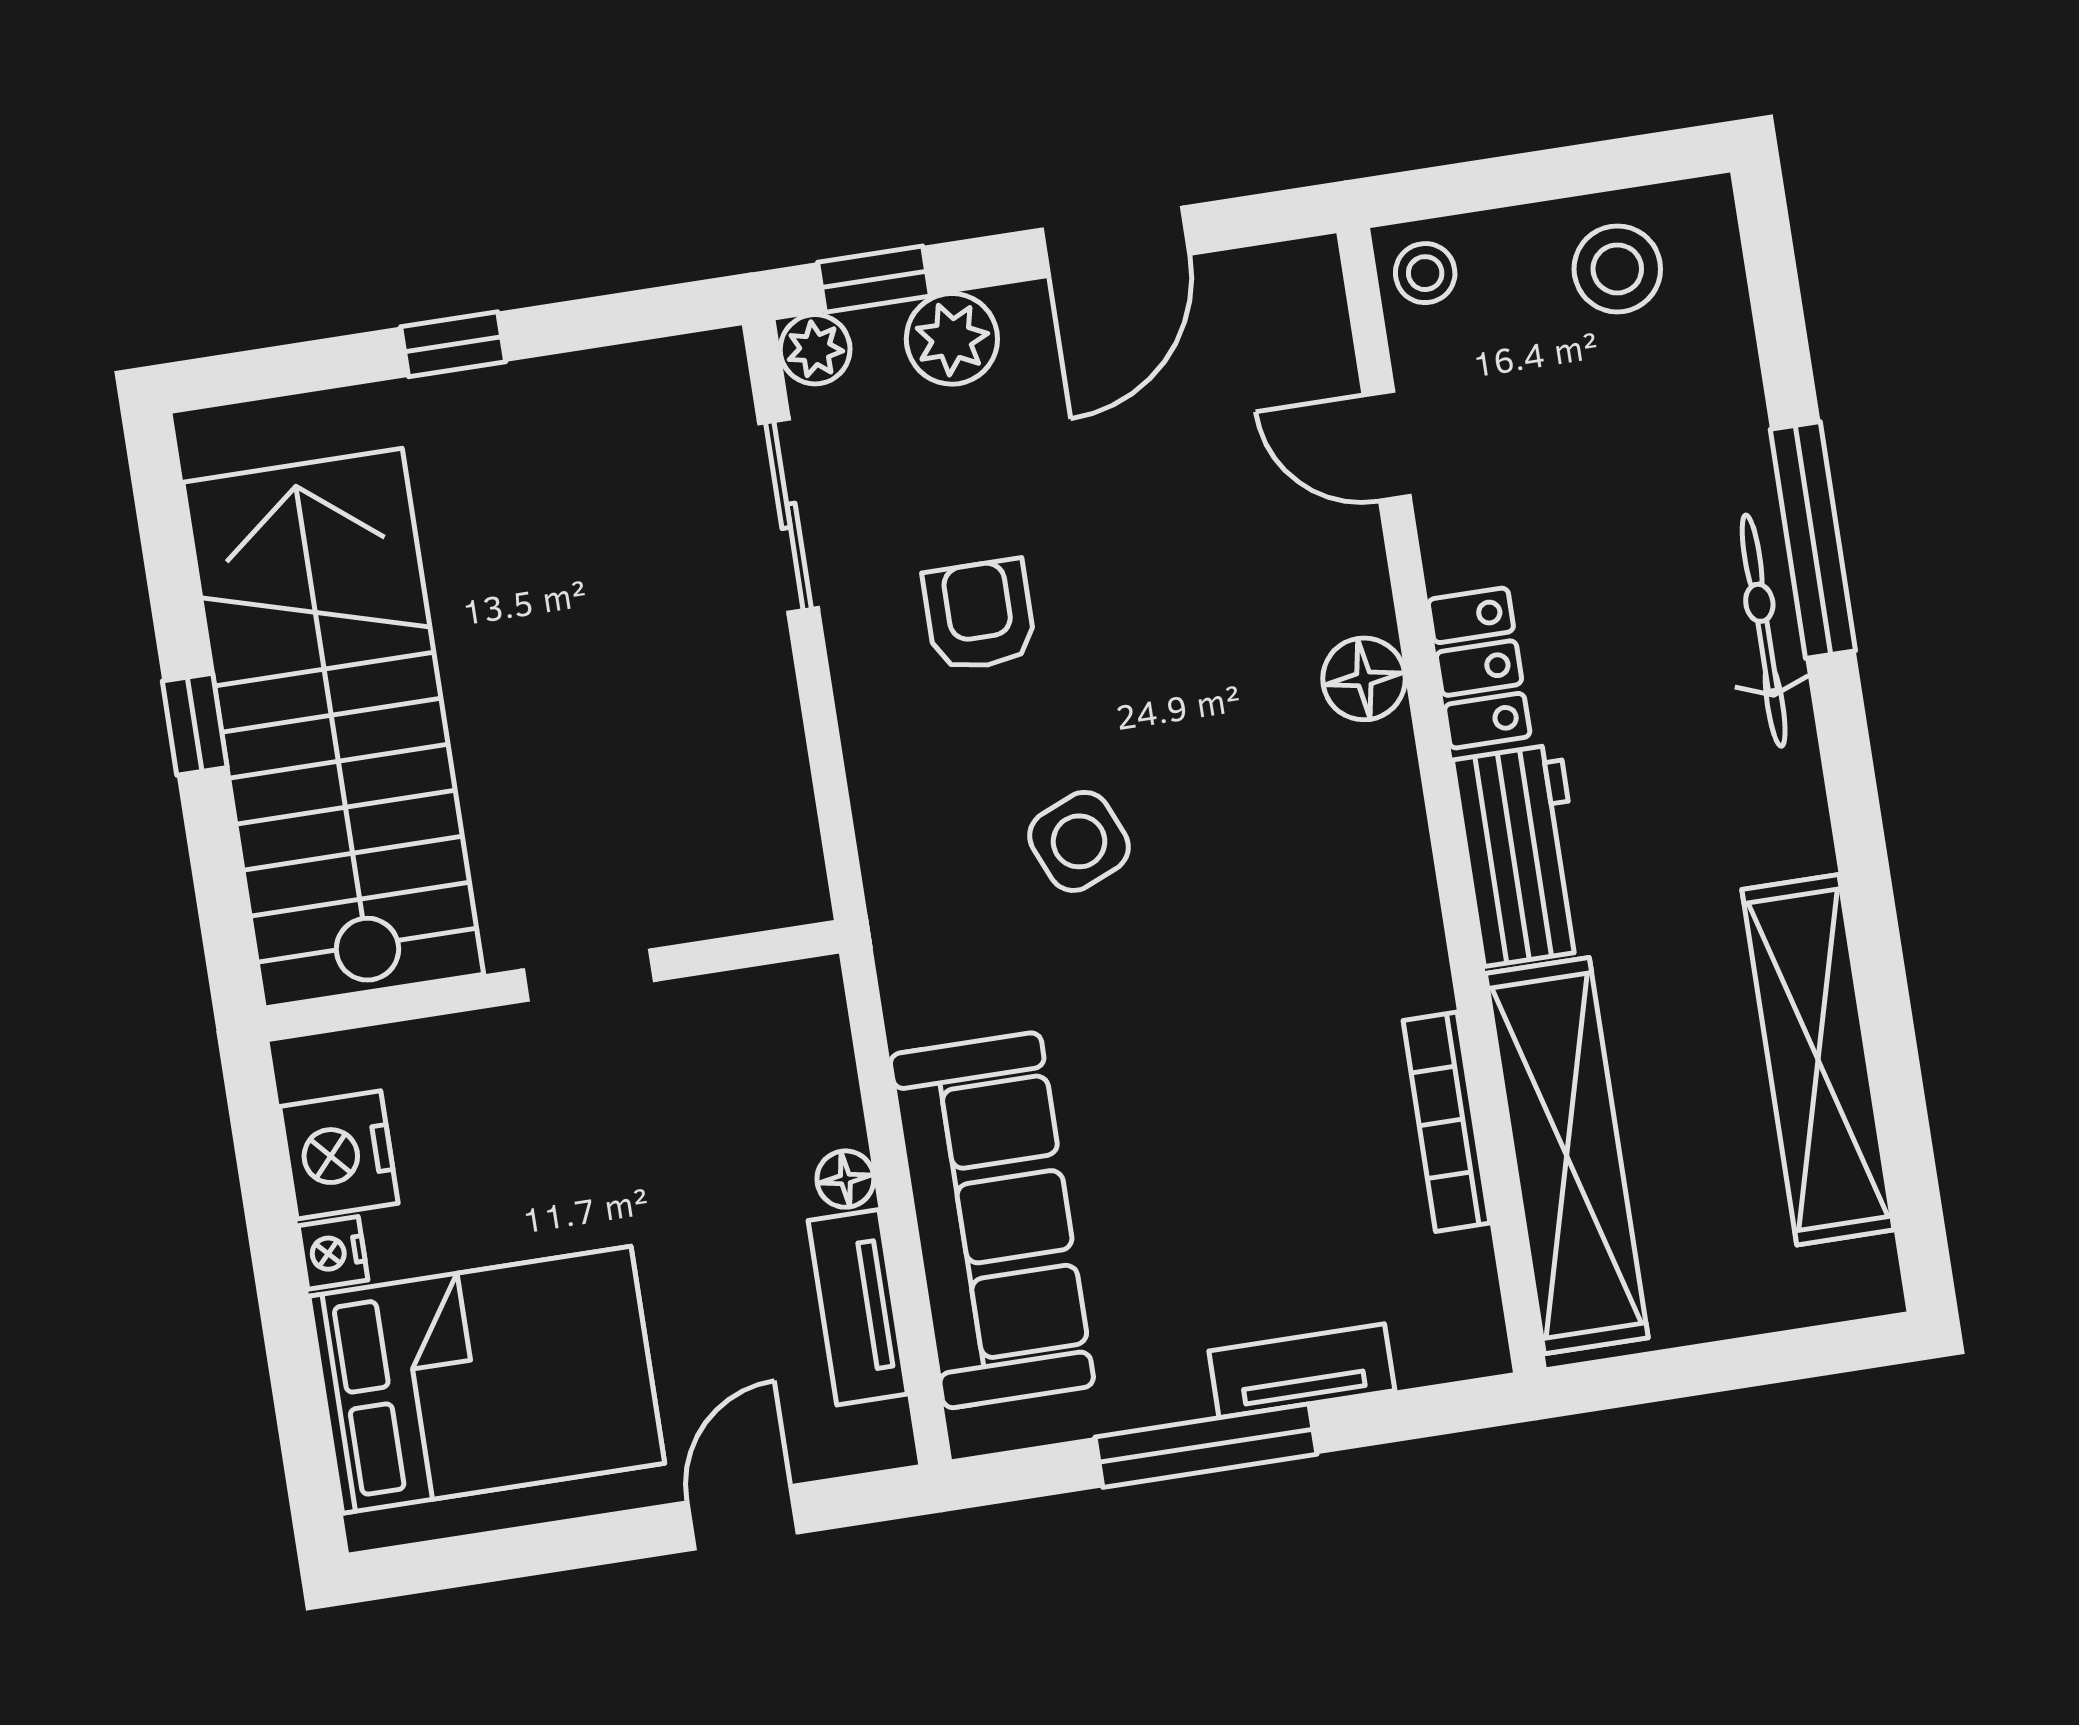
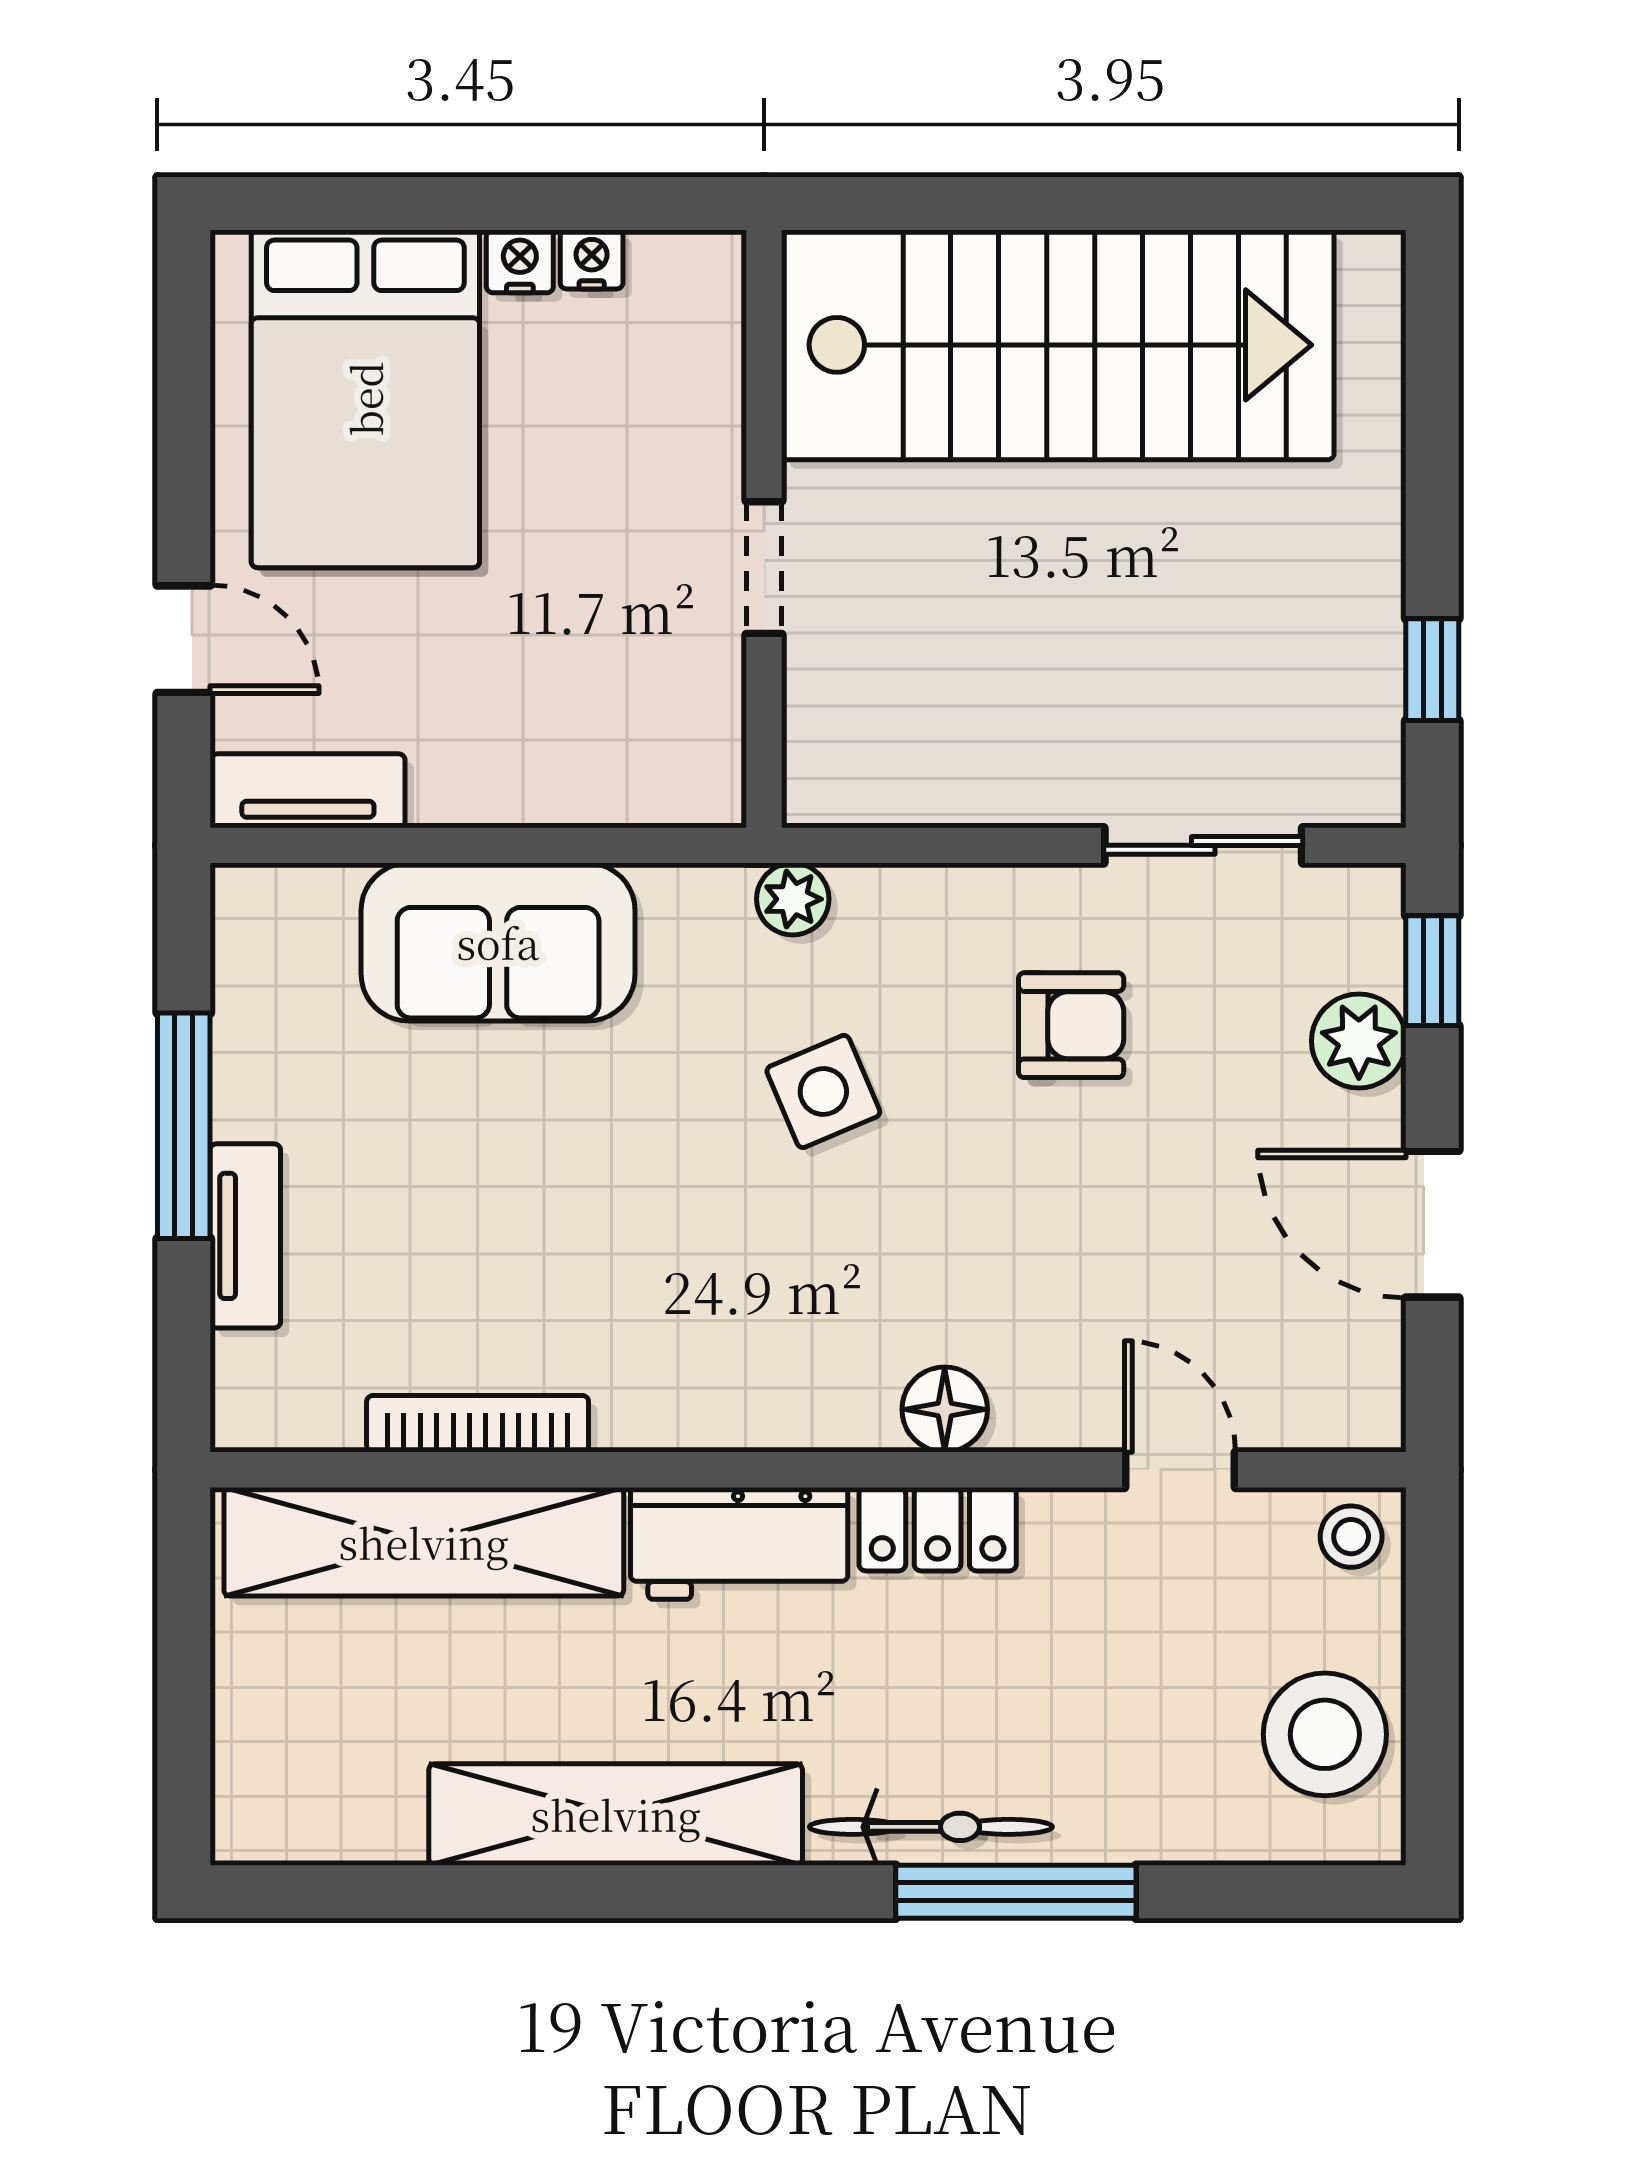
stool: (1617, 269) -> (1325, 1734), width x1.38, depth x1.38
window: (453, 344) -> (1432, 670), moved
plant: (815, 349) -> (793, 899), moved
door: (1387, 446) -> (1180, 1470), hinge flipped
window: (195, 724) -> (1084, 203), removed
shelving: (1818, 1060) -> (616, 1814), moved
nightstand: (339, 1155) -> (592, 259), width x0.53, depth x0.56
floor lamp: (845, 1179) -> (514, 798), removed
sofa: (992, 1220) -> (498, 942), width x0.73
tv unit: (858, 1307) -> (308, 791), moved

